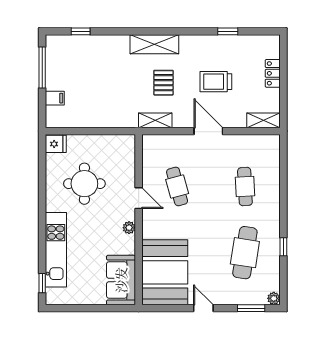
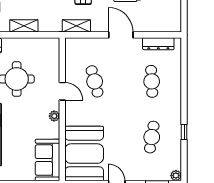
shelving: (264, 120) -> (24, 26), moved
dresser: (253, 142) -> (158, 44), added
cafe table: (245, 253) -> (152, 137), width x0.73, depth x0.74

